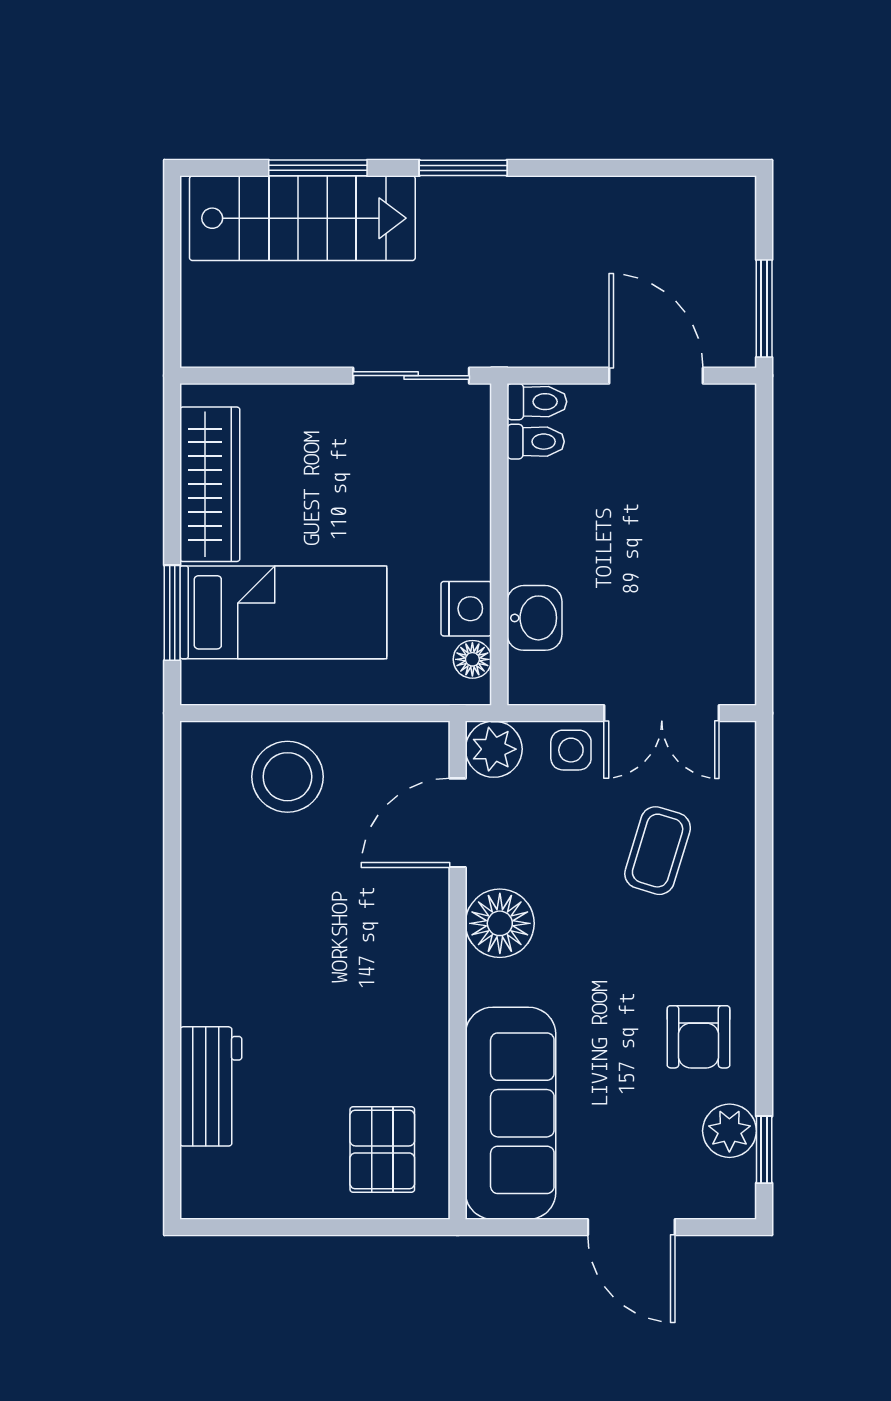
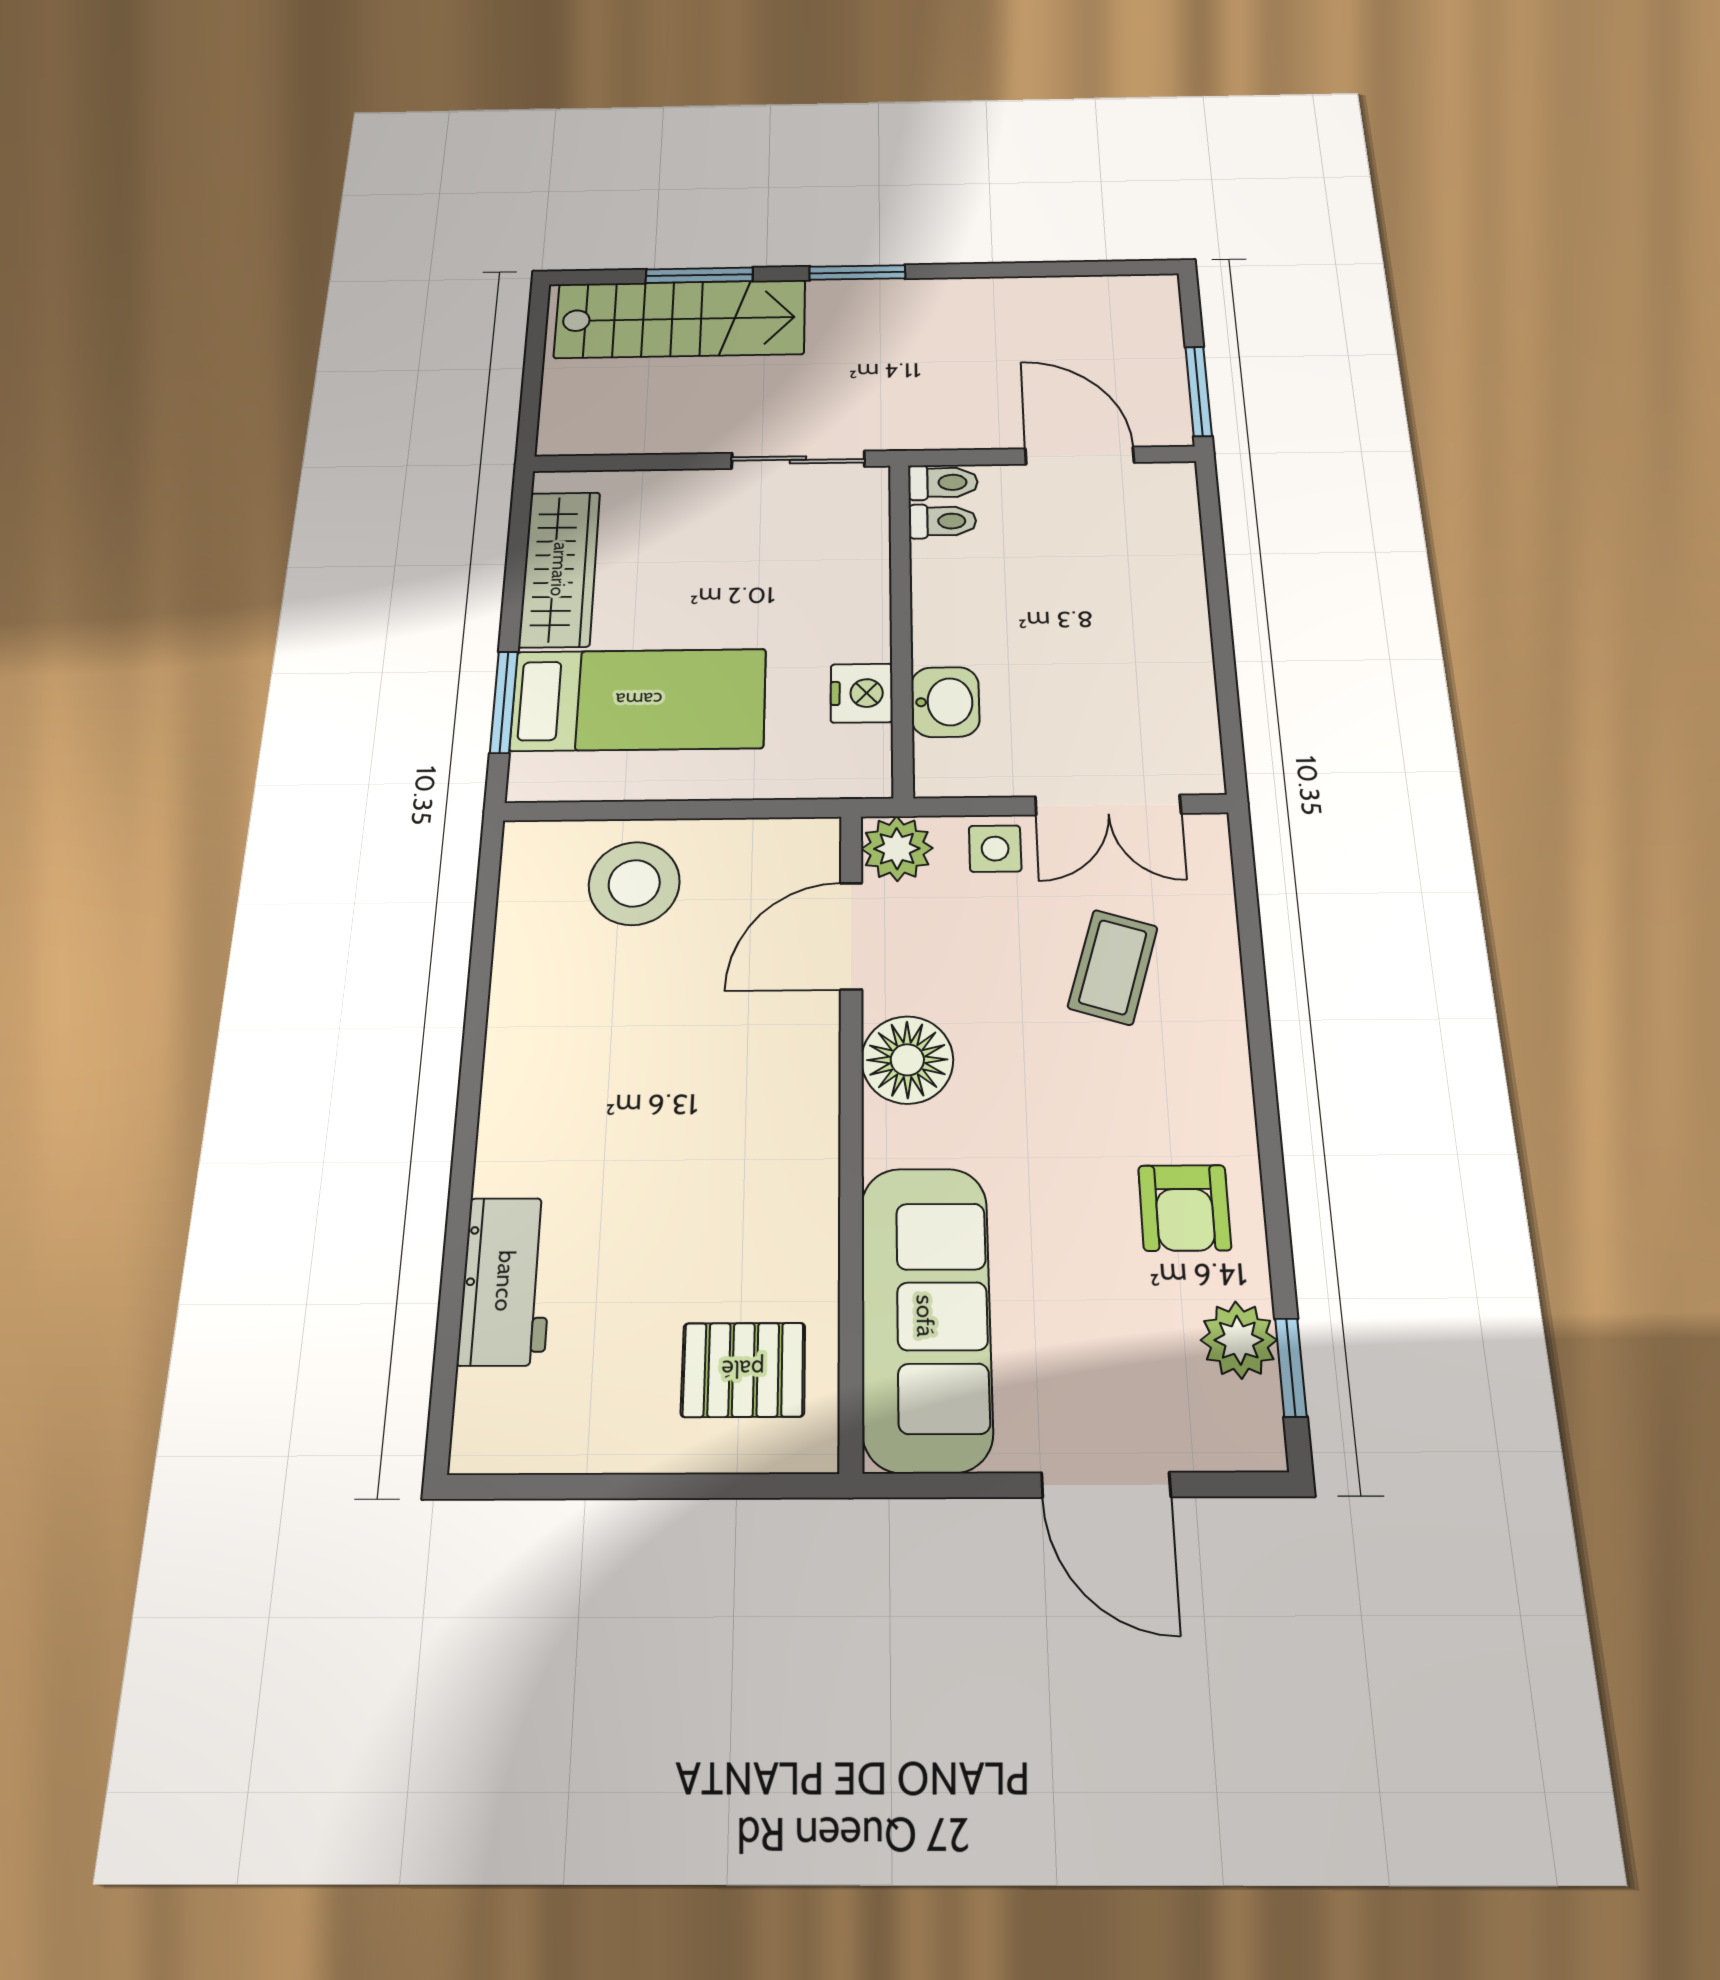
floor lamp: (472, 659) -> (869, 748), removed
pallet: (382, 1149) -> (743, 1370), turned 90

